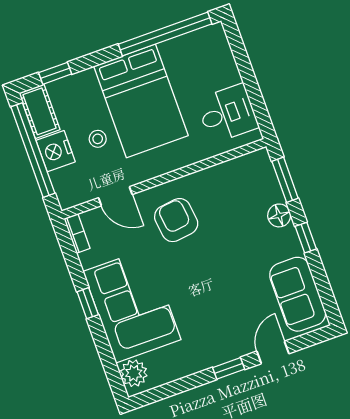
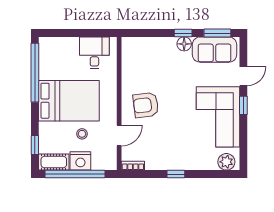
window: (285, 180) -> (217, 33), moved
floor lamp: (279, 215) -> (184, 44), moved
corner sofa: (132, 306) -> (218, 117), moved, turned -90
door: (273, 352) -> (243, 76), swing flipped

